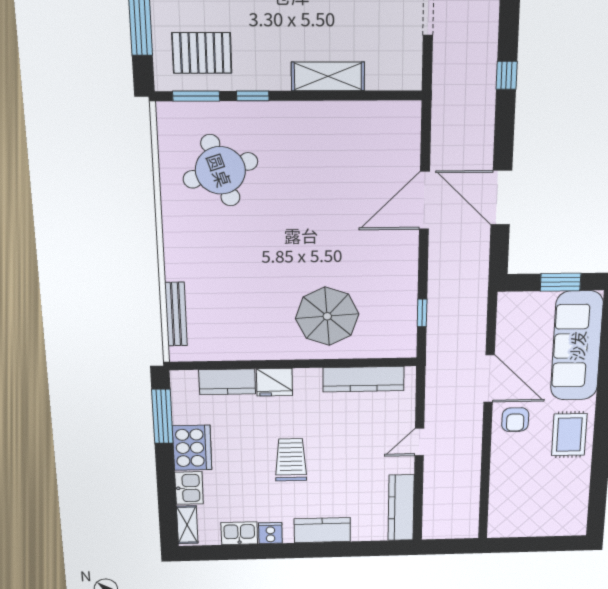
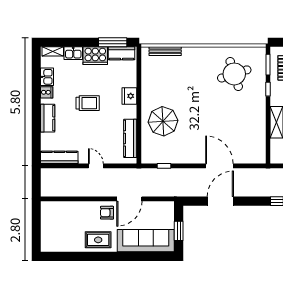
kitchen counter: (227, 382) -> (121, 53), moved, turned -90

